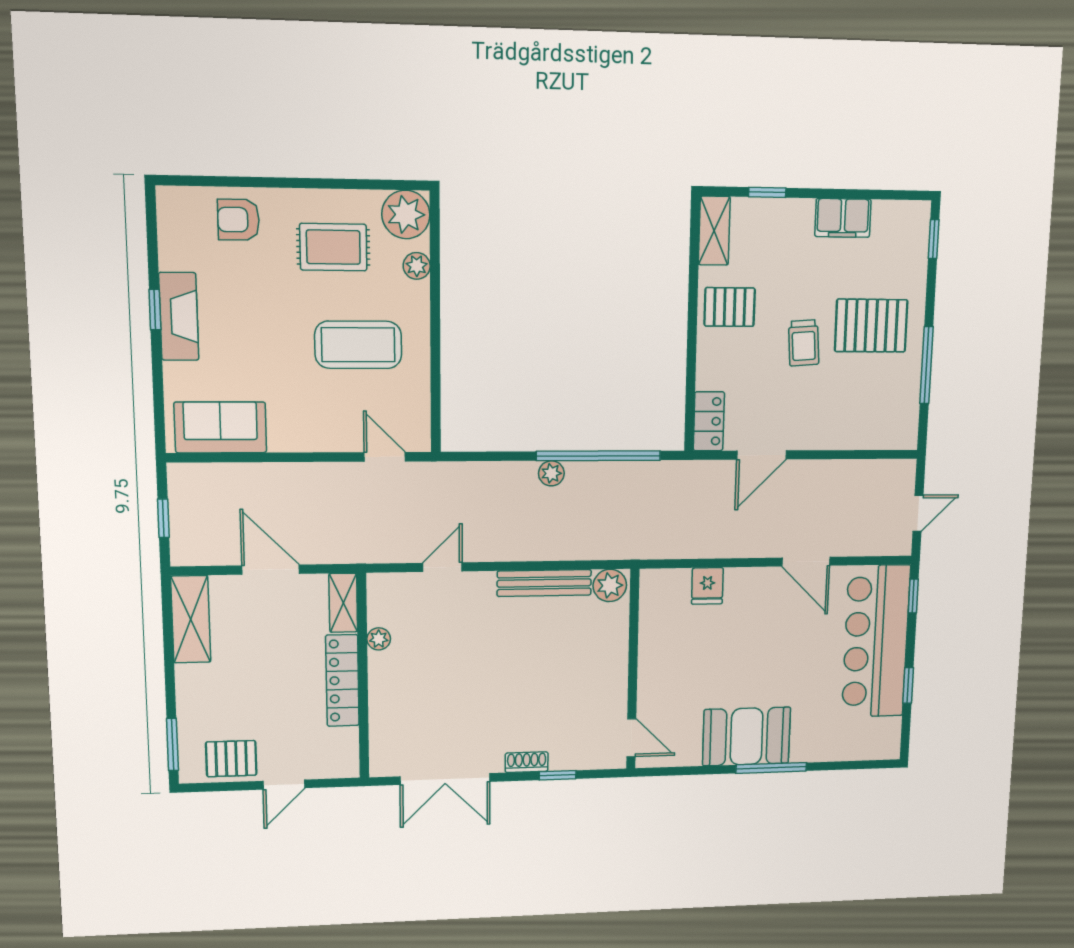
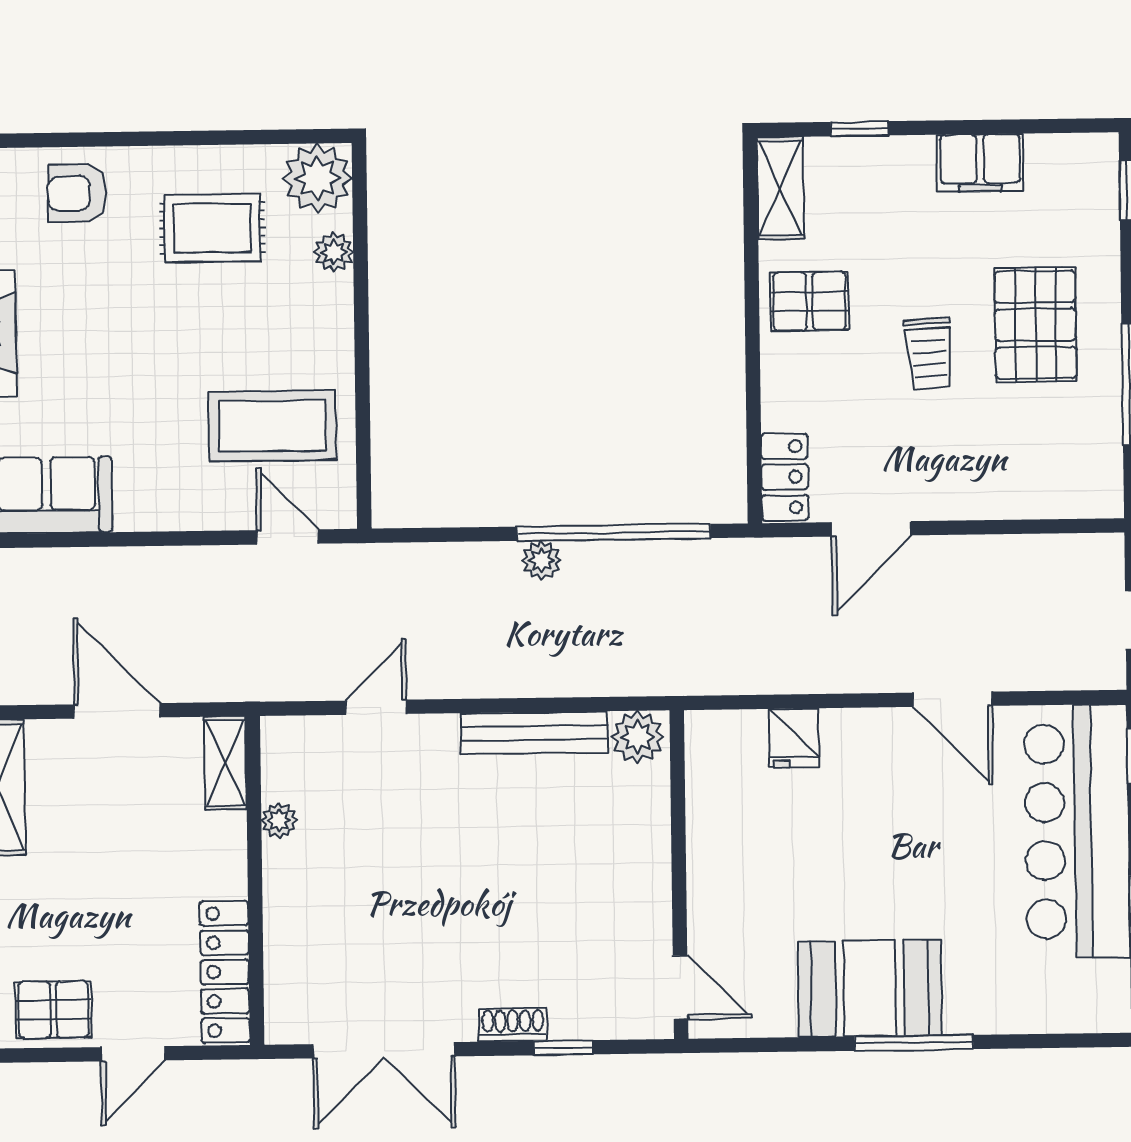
pallet: (871, 326) -> (1036, 325), turned 90
coffee table: (358, 345) -> (272, 426), moved
locker: (342, 681) -> (225, 972), moved

